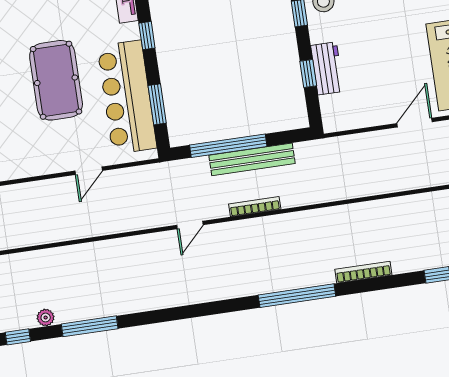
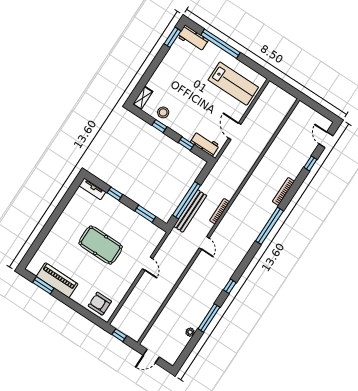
workbench: (327, 68) -> (205, 144), moved
bar counter: (127, 97) -> (132, 223), removed
door: (415, 123) -> (235, 131), moved
bench: (252, 159) -> (190, 211), moved
window: (18, 337) -> (230, 286), moved

